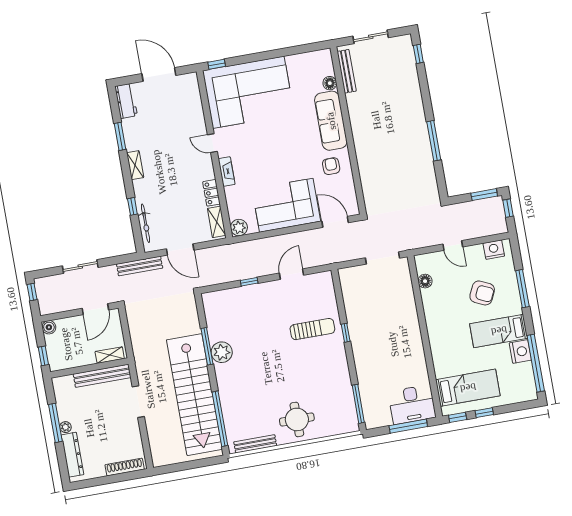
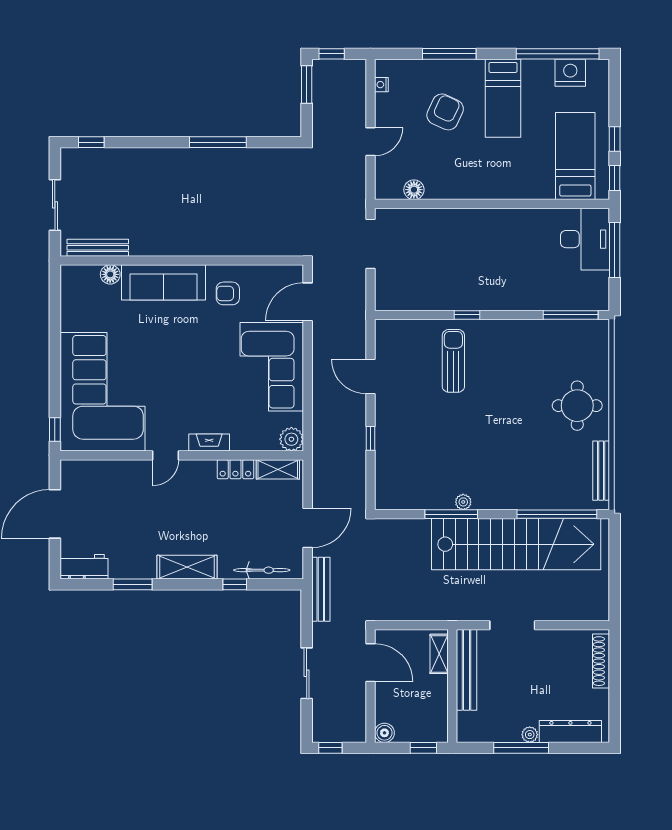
shelving: (135, 165) -> (187, 567), width x1.50, depth x1.33
nightstand: (494, 250) -> (381, 85), width x0.53, depth x0.56
plant: (222, 352) -> (463, 502), width x0.53, depth x0.53
nightstand: (520, 352) -> (570, 73), moved

